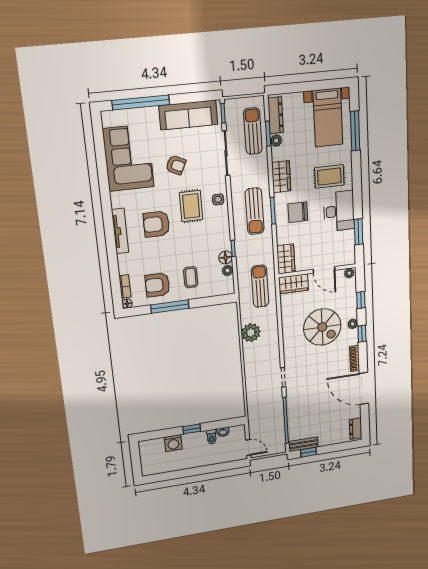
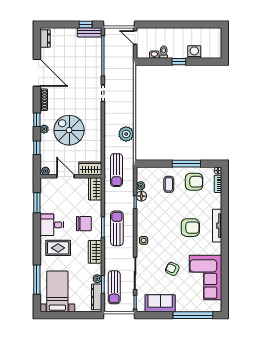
sofa: (188, 115) -> (160, 303), width x0.73
rug: (191, 206) -> (164, 238), removed
desk: (339, 211) -> (52, 225), width x0.73

